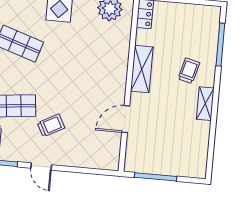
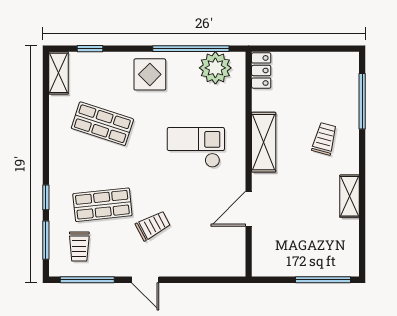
checkout: (89, 68) -> (196, 147), added
shelving: (205, 104) -> (350, 196), moved
window: (156, 177) -> (323, 280), moved

